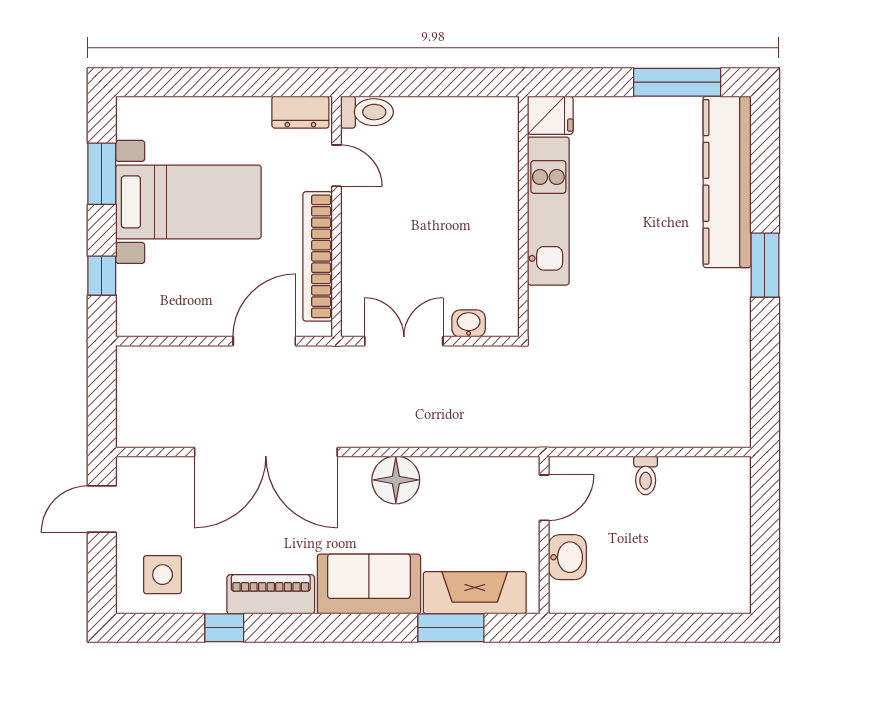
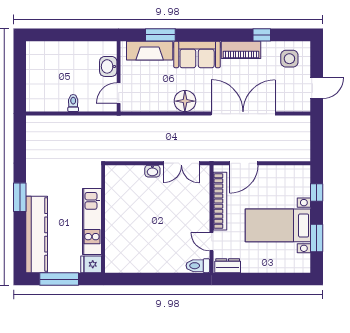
fridge: (550, 115) -> (91, 264), moved
kitchen unit: (548, 211) -> (92, 221), moved
wall: (523, 217) -> (103, 219), moved

